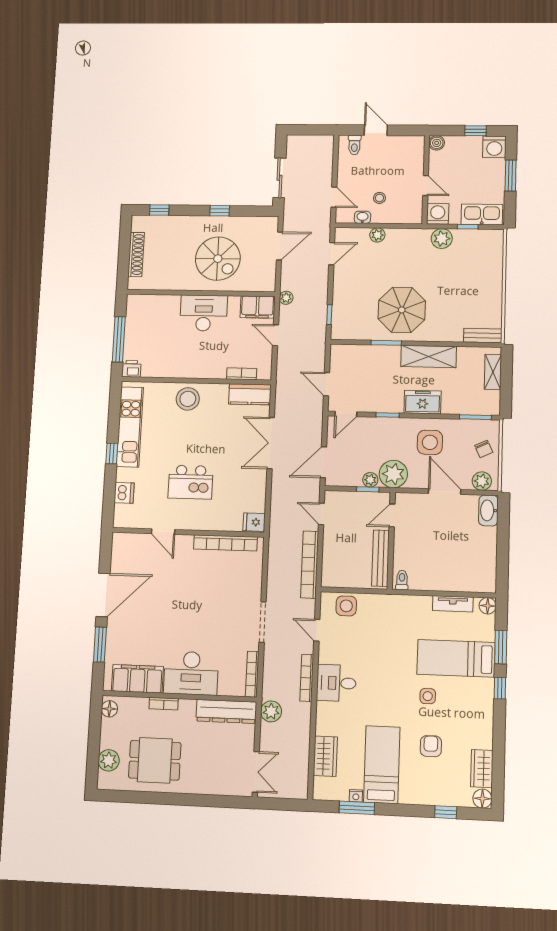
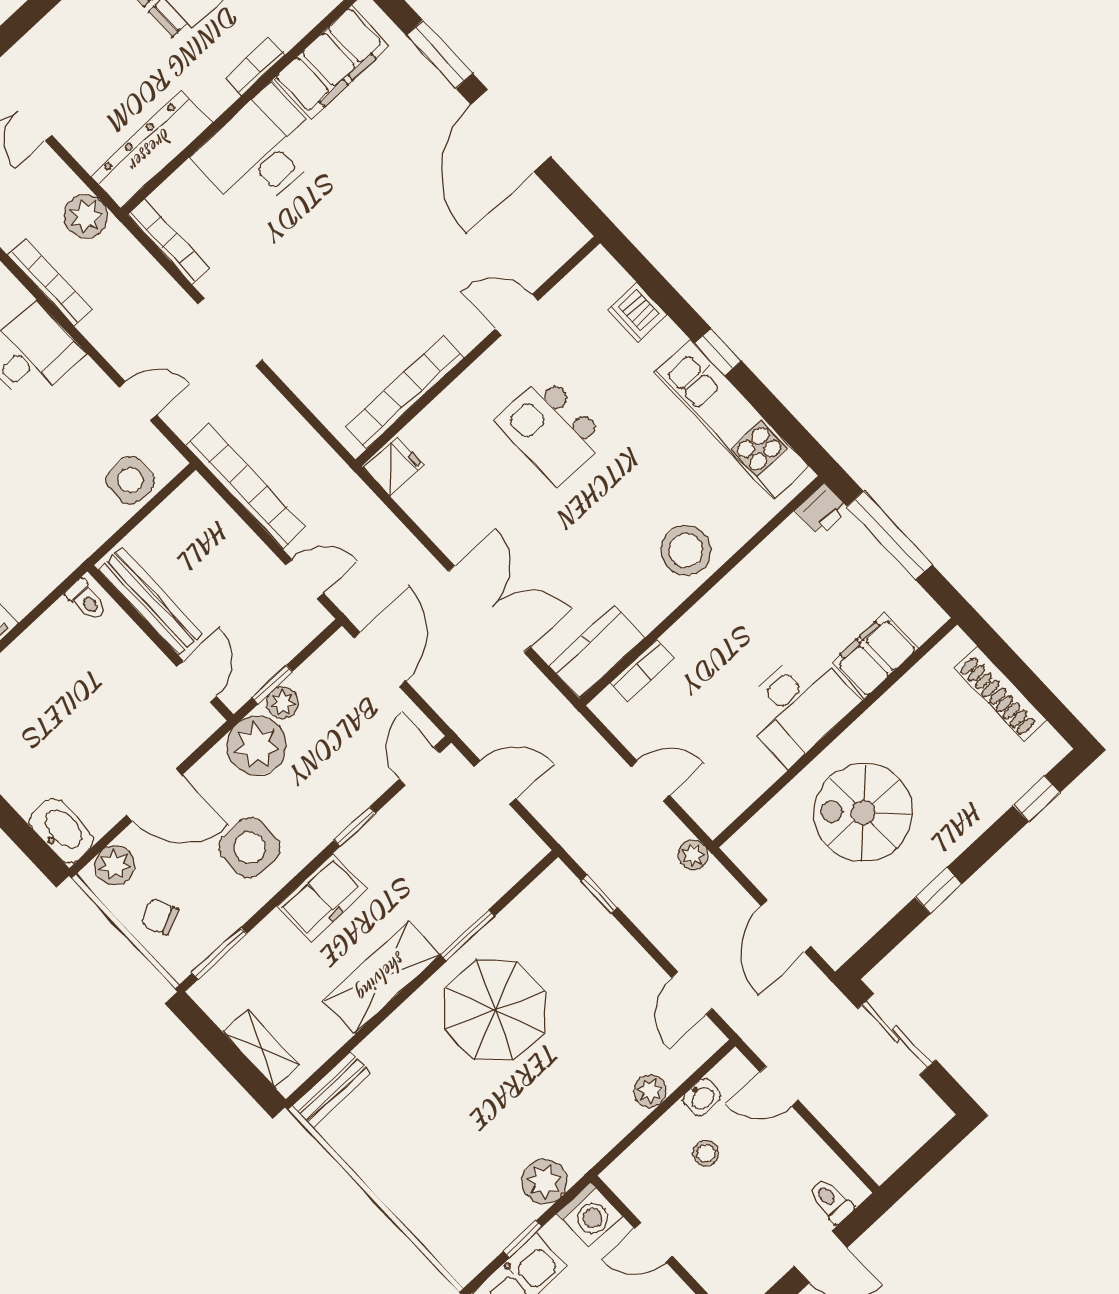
filing cabinet: (257, 307) -> (875, 656), moved
kitchen island: (190, 482) -> (551, 429), turned -90
bookcase: (307, 678) -> (50, 282), moved

